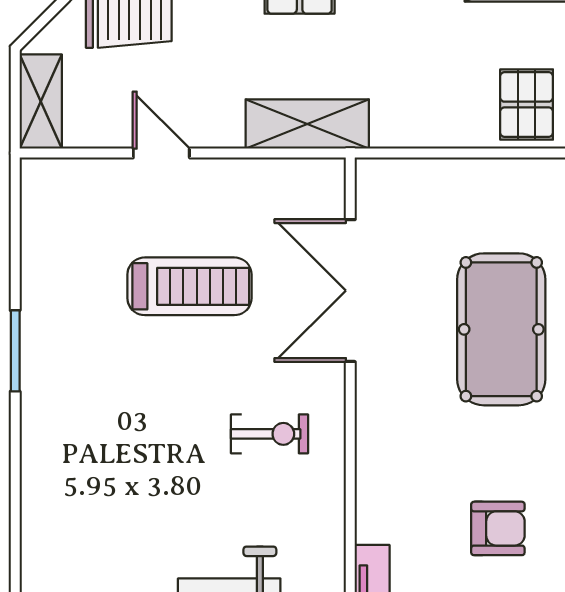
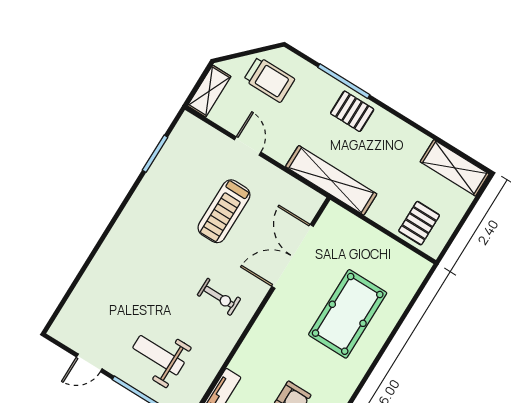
shelving: (307, 124) -> (331, 180), width x1.47
treadmill: (189, 286) -> (224, 211), turned 90
window: (15, 351) -> (155, 154), moved

